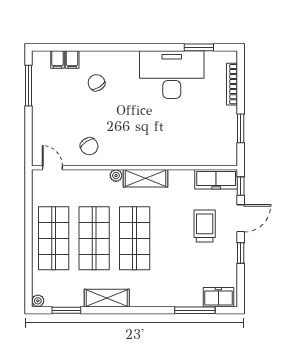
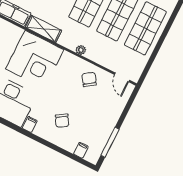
filing cabinet: (72, 59) -> (30, 124), moved
corner desk: (164, 138) -> (35, 59), added
shelving: (146, 178) -> (44, 29), moved

